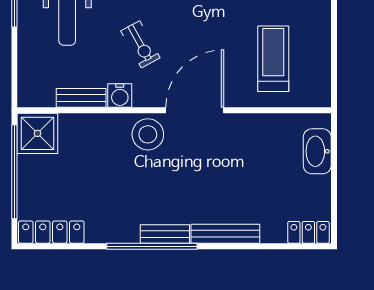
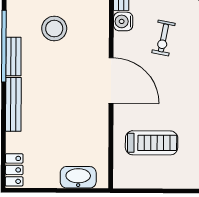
exercise bike: (140, 44) -> (163, 38), turned -50
stool: (148, 134) -> (54, 29), moved

